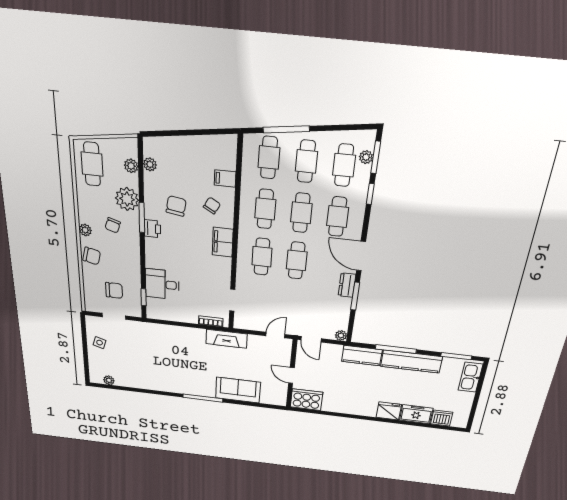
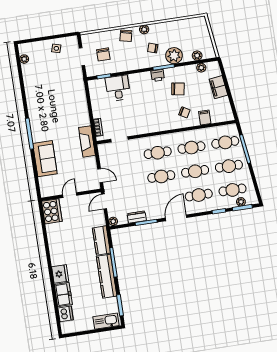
cafe table: (92, 164) -> (192, 30), removed
filing cabinet: (223, 242) -> (218, 87), moved, turned -97
dresser: (347, 285) -> (137, 217), moved

